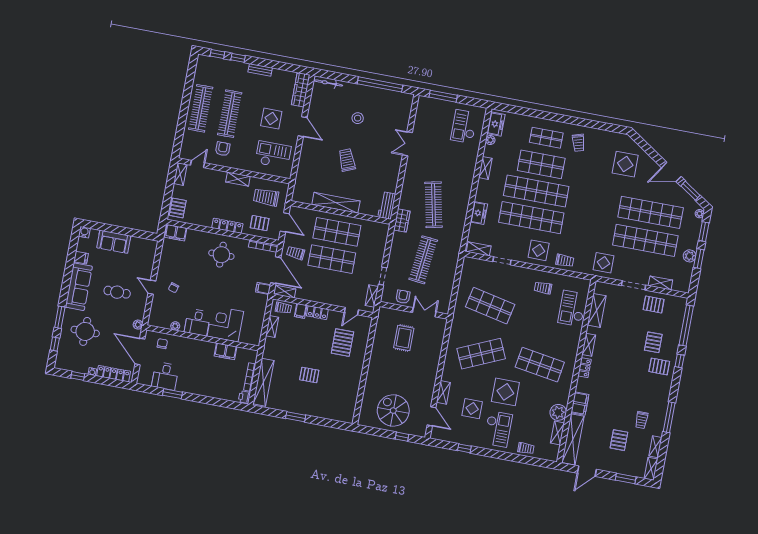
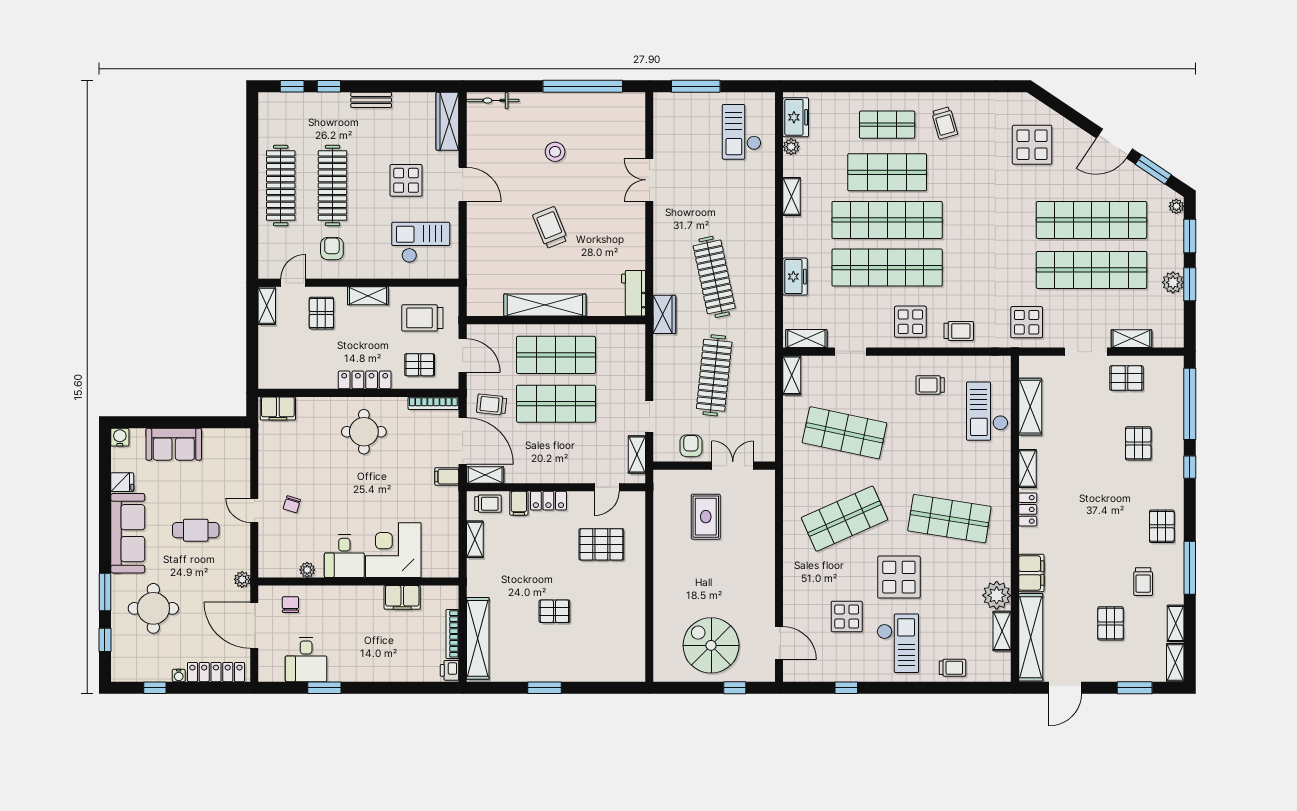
pallet: (178, 208) -> (321, 313), moved
pallet: (342, 343) -> (601, 544), turned 90
pallet: (659, 366) -> (1162, 526), moved, turned 90
shelving: (443, 392) -> (792, 375), moved

